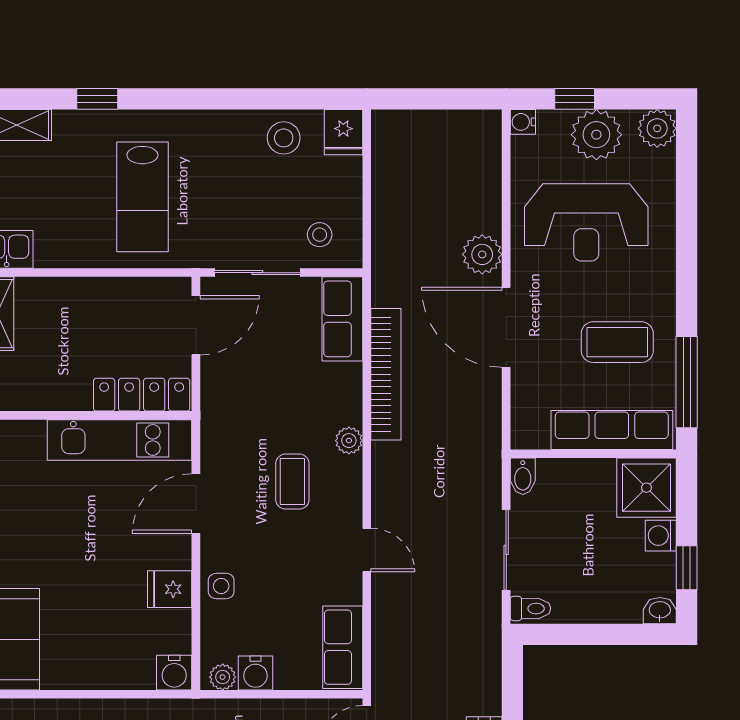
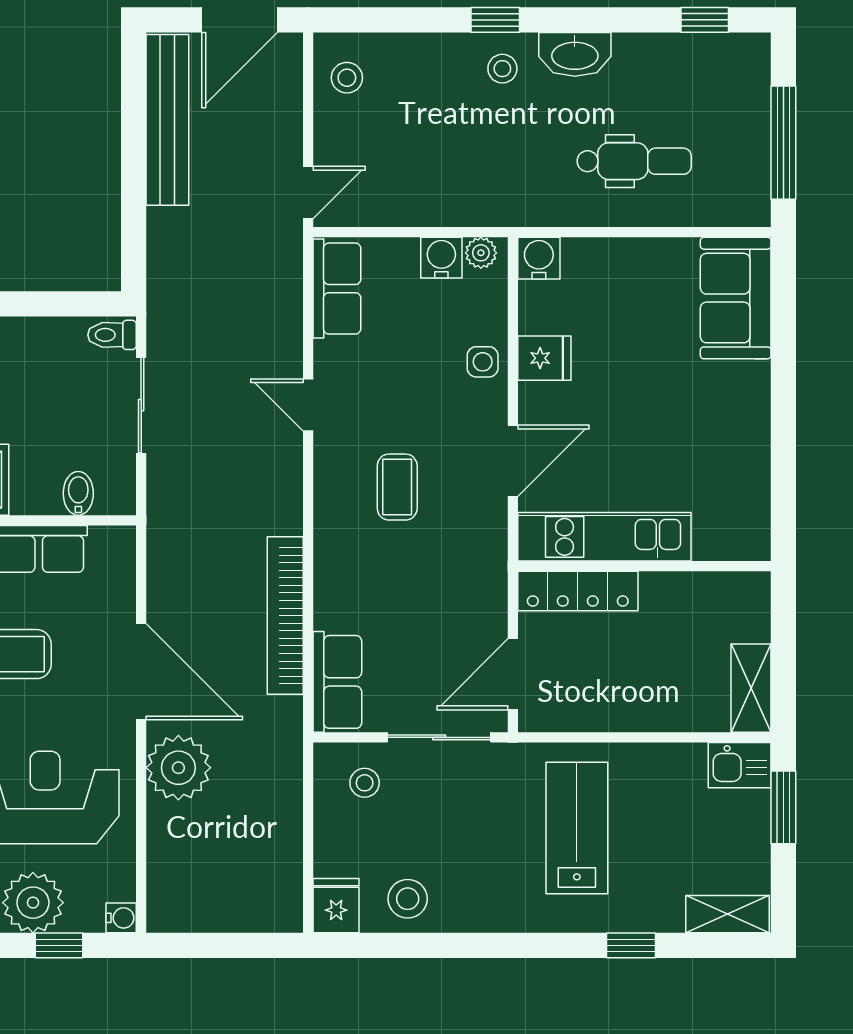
plant: (482, 254) -> (178, 768), width x1.36, depth x1.36
plant: (349, 441) -> (330, 536), removed
bidet: (523, 476) -> (78, 493), moved

